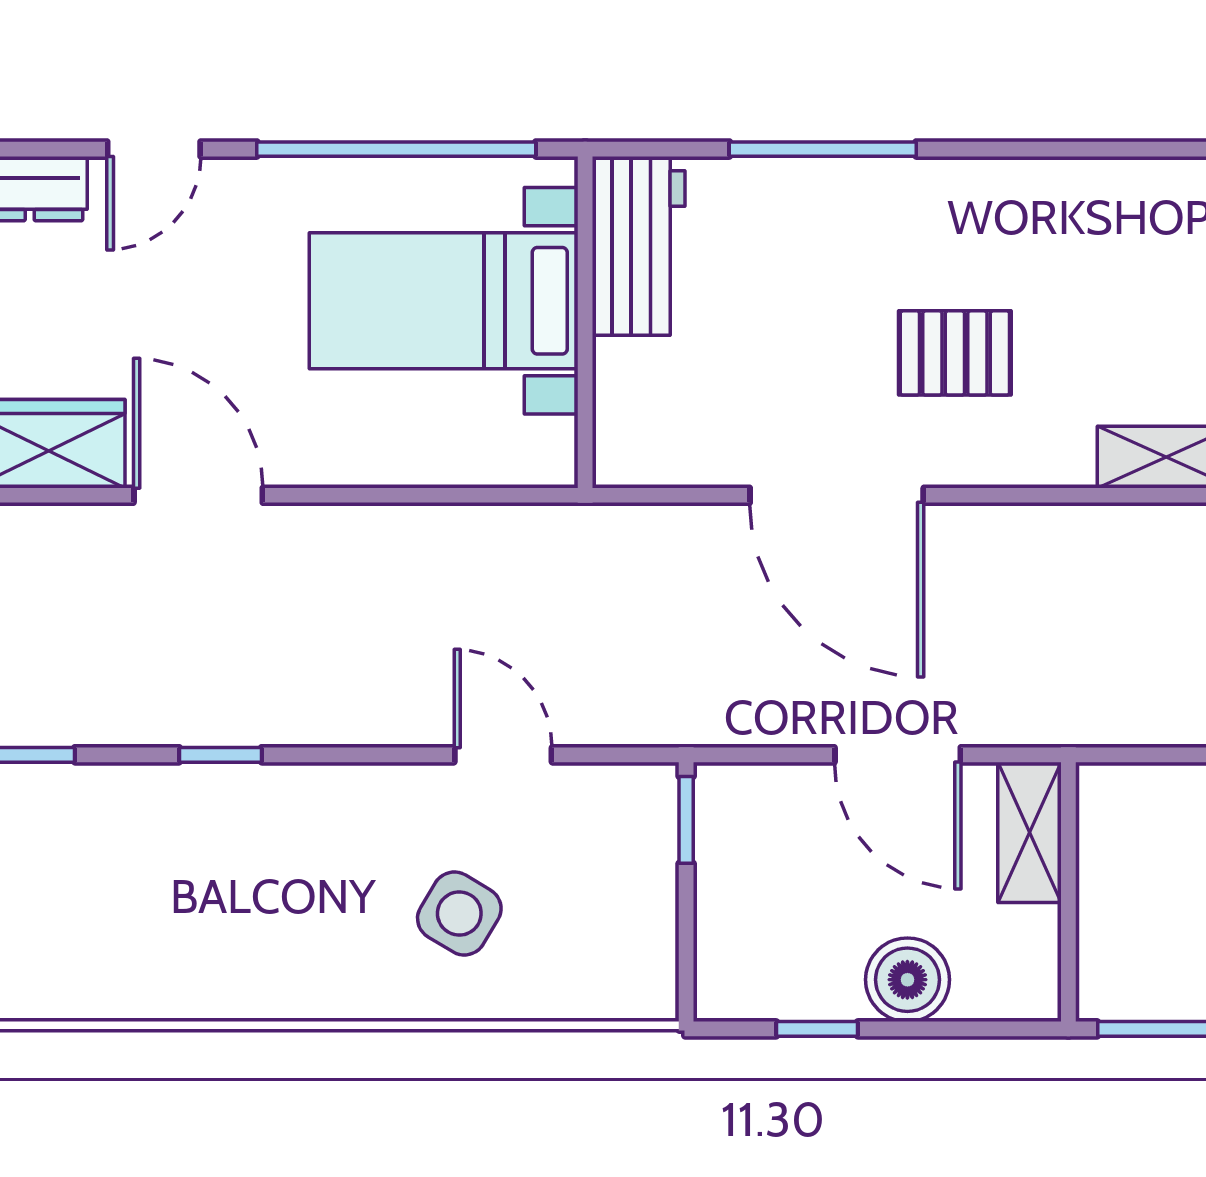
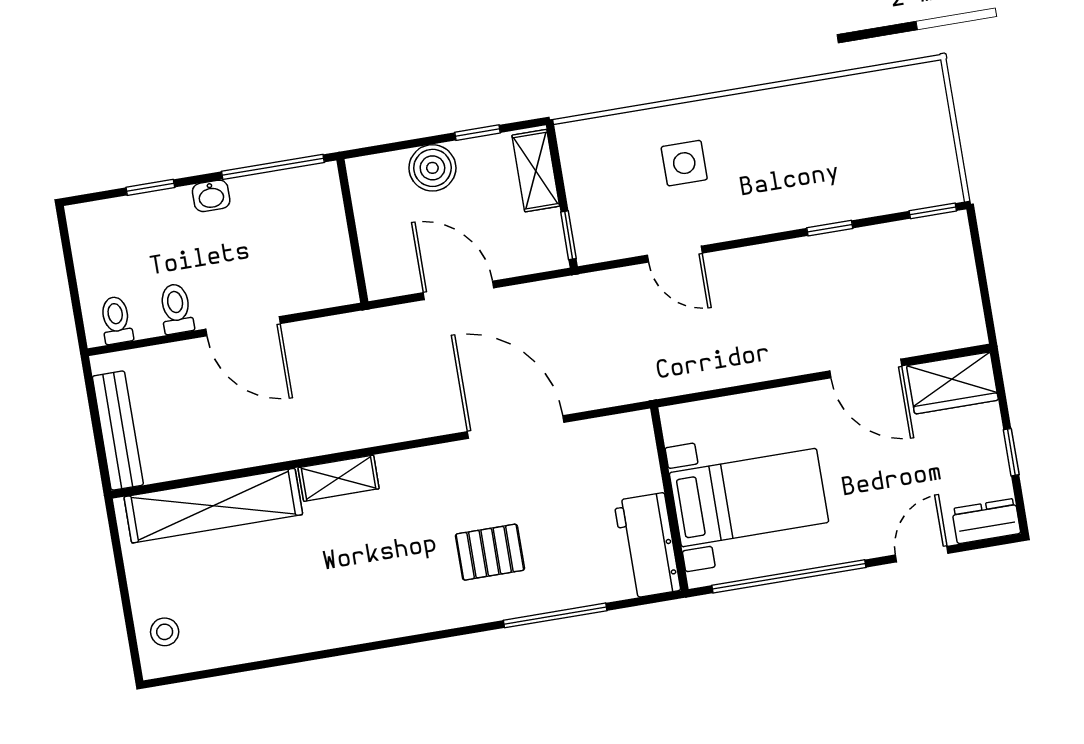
pallet: (955, 353) -> (490, 552), moved
shelving: (1029, 832) -> (536, 171), moved
side table: (459, 913) -> (684, 163), turned -31

